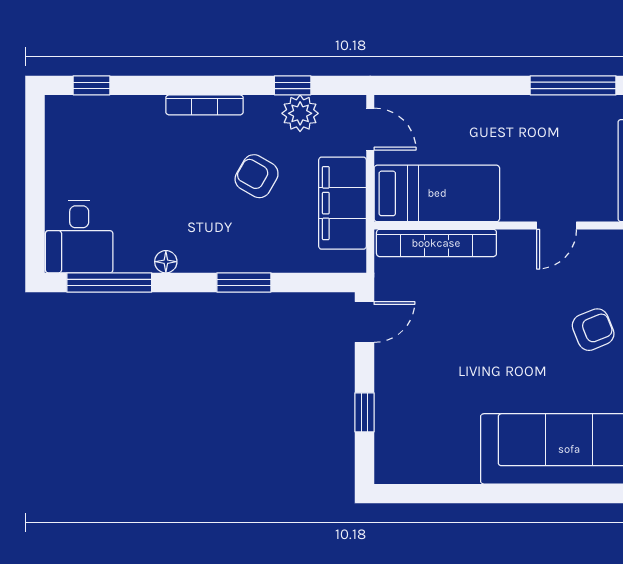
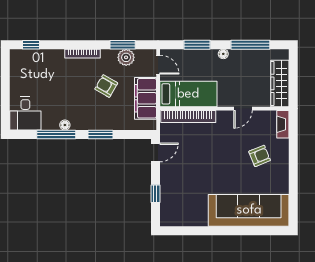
window: (293, 85) -> (123, 45), width x1.50
window: (456, 85) -> (197, 45), added
floor lamp: (513, 106) -> (223, 54), added
window: (109, 282) -> (56, 134), moved

